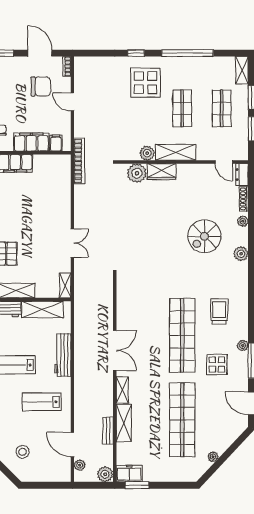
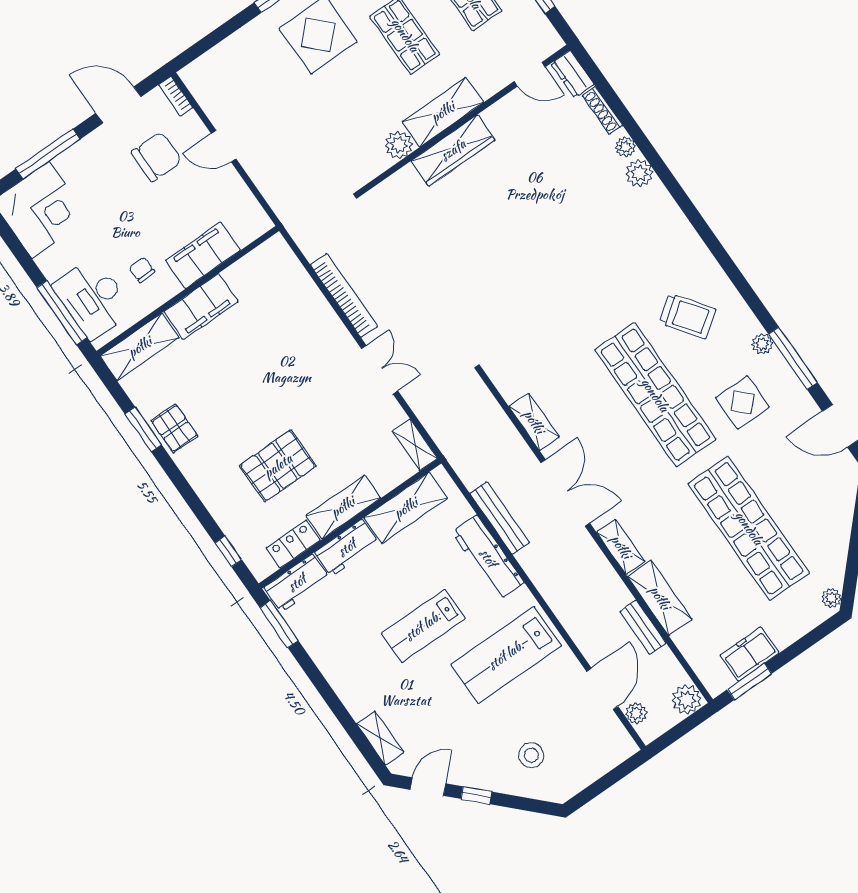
filing cabinet: (56, 143) -> (243, 230), removed
bookcase: (79, 161) -> (344, 295), moved
wardrobe: (162, 172) -> (453, 150), width x1.50
plant: (137, 173) -> (405, 188), removed
spiral stairs: (204, 236) -> (581, 213), removed
plant: (241, 254) -> (639, 173), moved
shelving: (123, 311) -> (534, 422), added
trolley: (219, 311) -> (688, 316), turned 144
bench: (79, 342) -> (500, 518), added
lab bench: (42, 402) -> (506, 655), width x1.36, depth x1.39
door: (72, 445) -> (602, 689), swing flipped
plant: (213, 457) -> (832, 598), moved
freezer: (129, 474) -> (749, 654), moved

